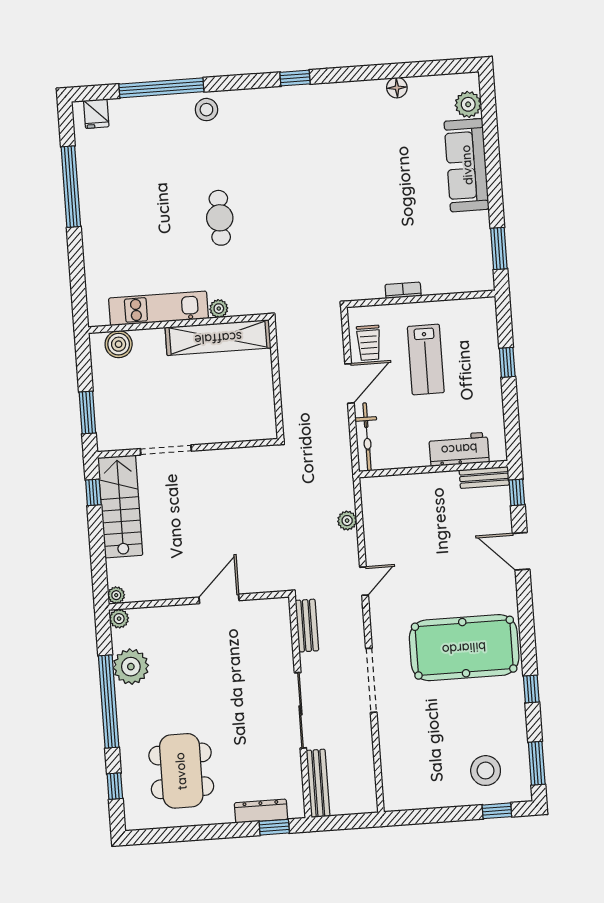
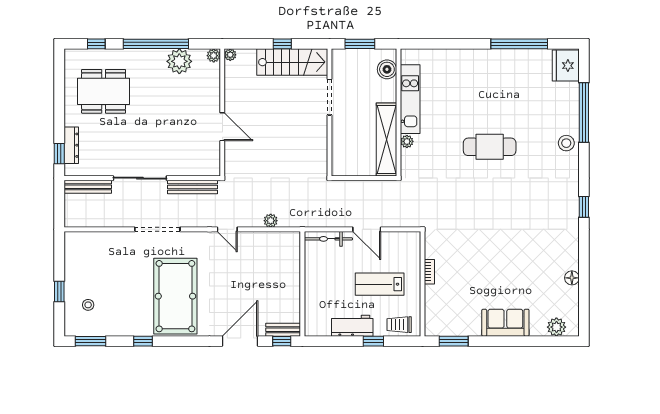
fridge: (96, 114) -> (566, 66), width x1.88, depth x1.34
sofa: (467, 165) -> (505, 323), width x0.73
cafe table: (220, 218) -> (490, 147), width x1.37, depth x1.35
kitchen unit: (158, 308) -> (410, 99), moved
plant: (219, 309) -> (407, 141), moved
wall: (179, 323) -> (398, 112), moved
shelving: (218, 338) -> (386, 139), moved
trolley: (369, 343) -> (399, 325), moved
boiler: (119, 344) -> (387, 69), moved
workbench: (459, 449) -> (352, 326), moved, turned -90
bench: (484, 477) -> (283, 330), moved, turned 90
window: (93, 492) -> (282, 44), moved
door: (521, 551) -> (240, 341), width x1.36
bench: (307, 626) -> (192, 187), width x1.36
stool: (486, 771) -> (88, 305), width x0.53, depth x0.53
window: (497, 811) -> (59, 291), moved

